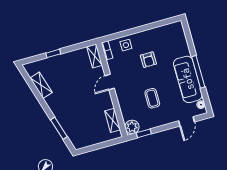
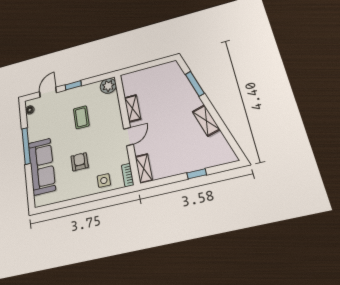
sofa: (188, 79) -> (42, 166), moved
shelving: (41, 85) -> (206, 120), moved
shelving: (113, 120) -> (133, 108), moved
window: (144, 133) -> (73, 85), moved

